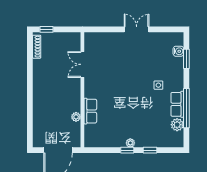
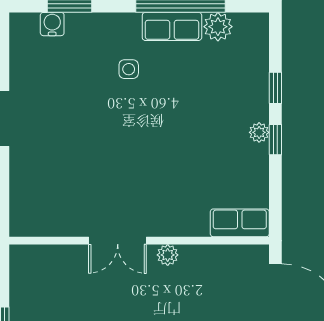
double door: (82, 64) -> (118, 241), moved
row of seats: (90, 111) -> (240, 223), moved
plant: (76, 117) -> (168, 255), moved

